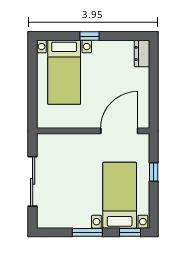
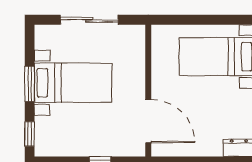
bed with nightstands: (120, 195) -> (73, 83), moved

